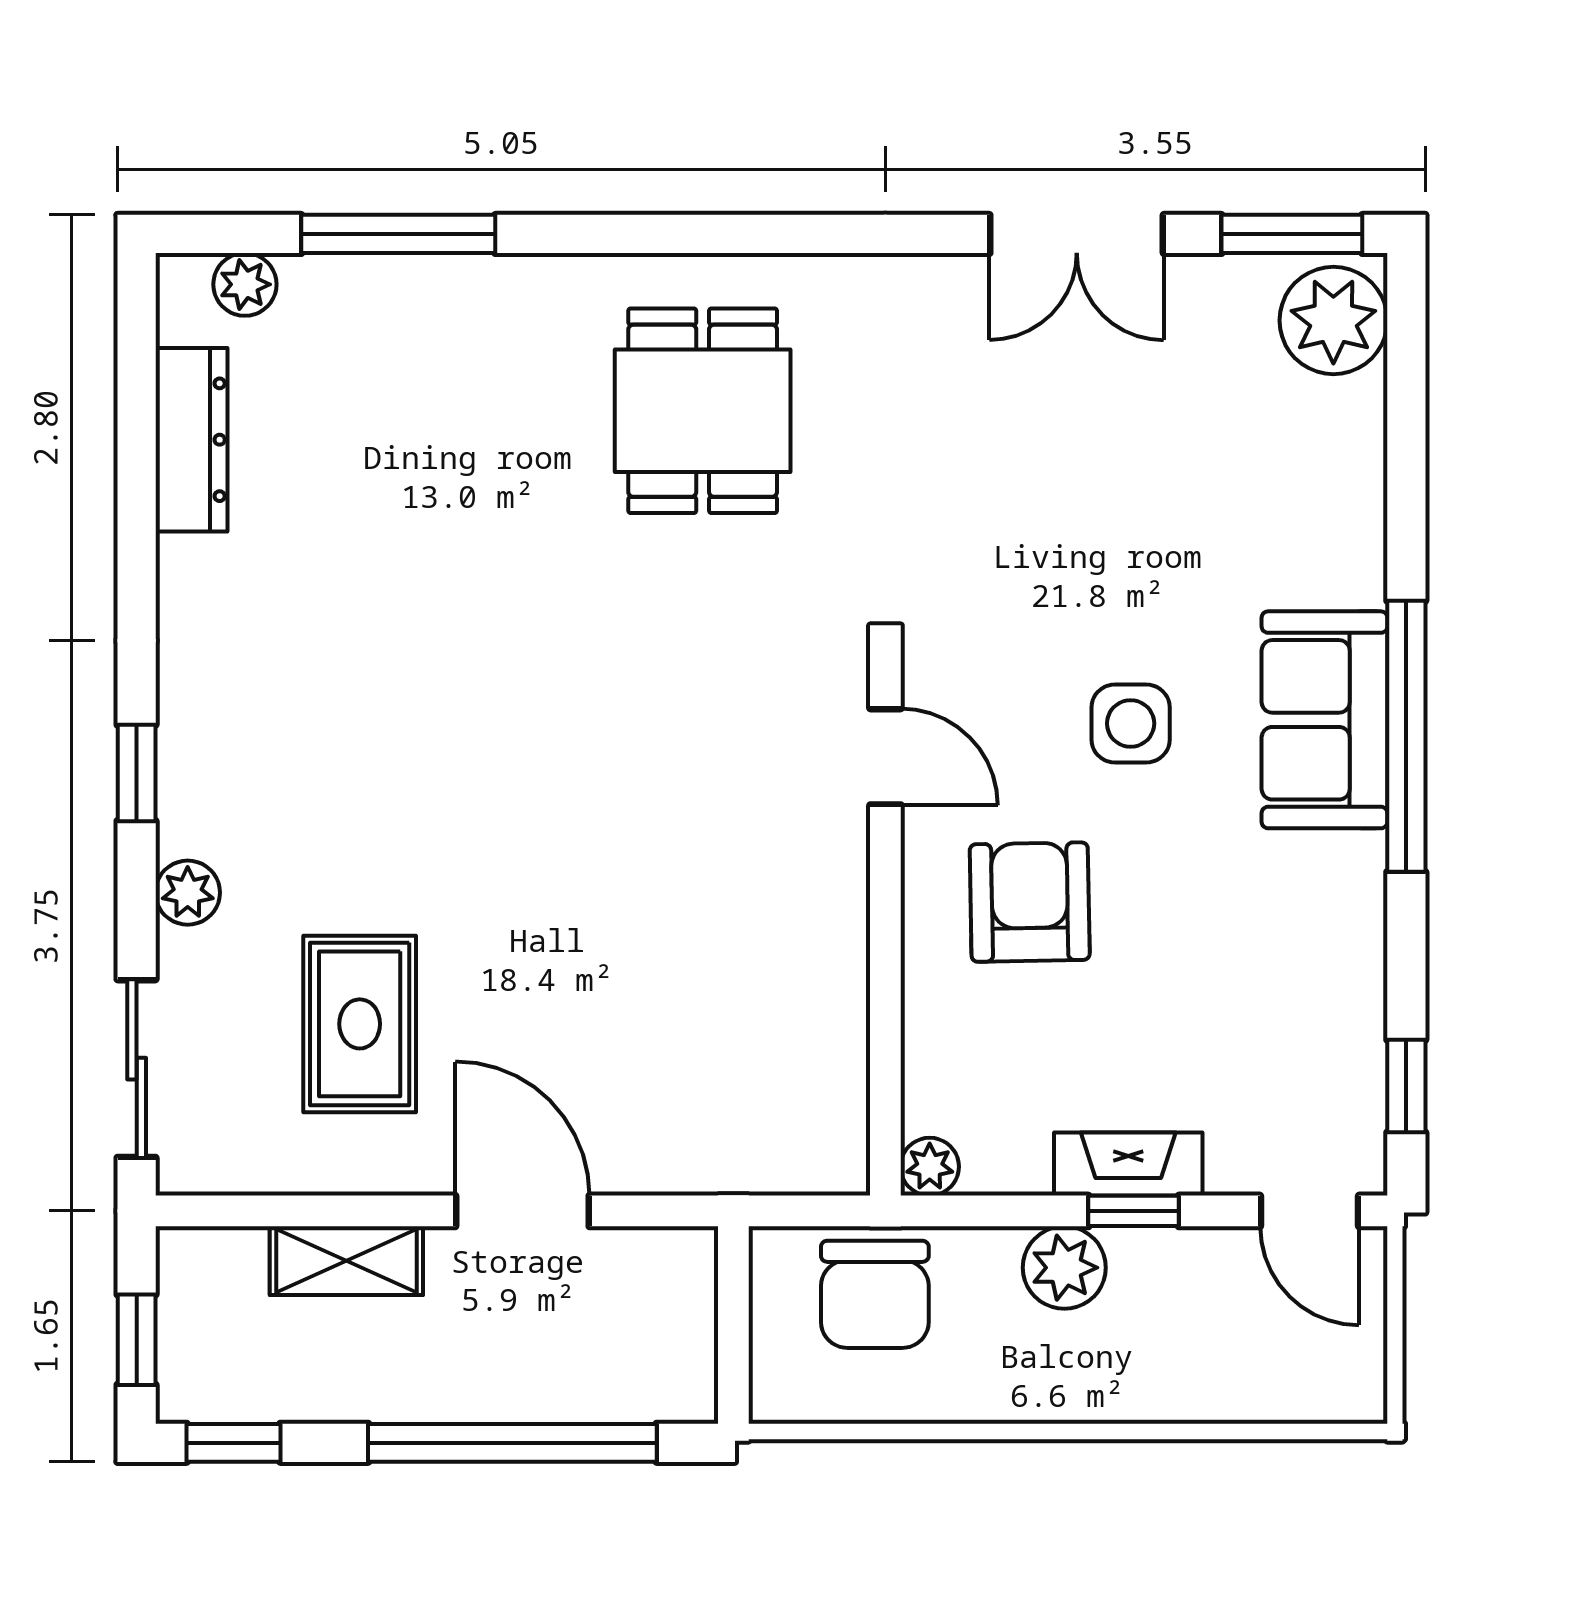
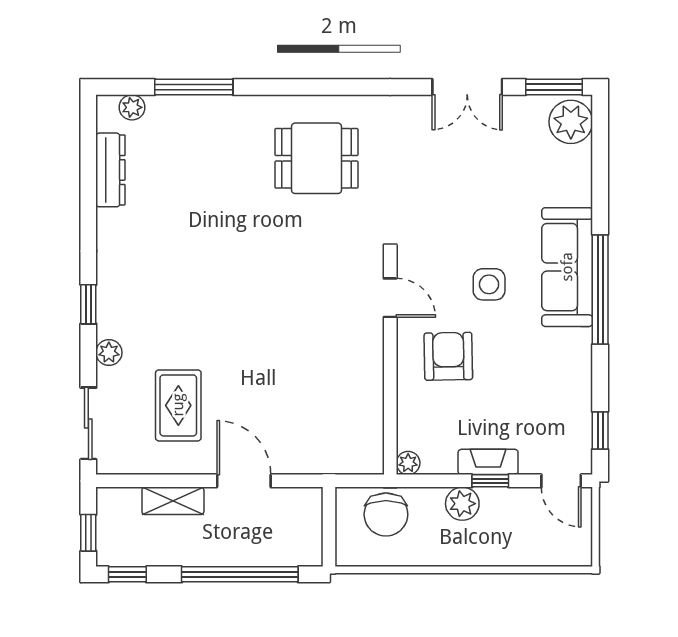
dining table: (703, 411) -> (316, 158), turned 90
sofa: (1324, 720) -> (567, 267), width x1.36

